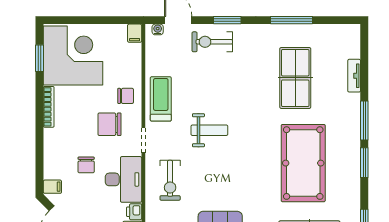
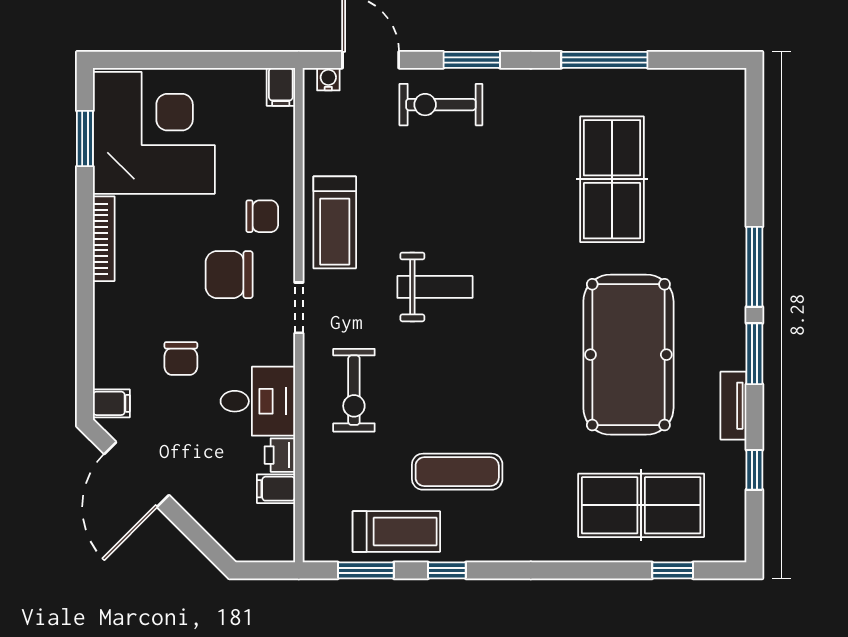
tv unit: (354, 76) -> (733, 406), moved
treadmill: (161, 99) -> (335, 222), turned 180
desk: (123, 179) -> (258, 401), width x0.73

